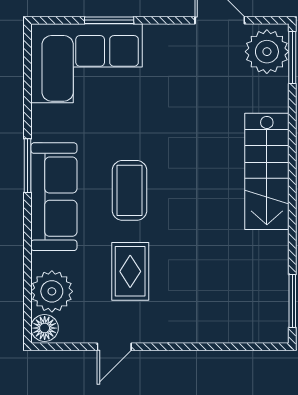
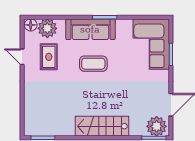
rug: (130, 271) -> (49, 57), moved, turned 90

